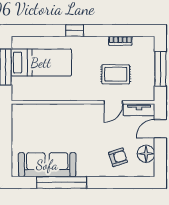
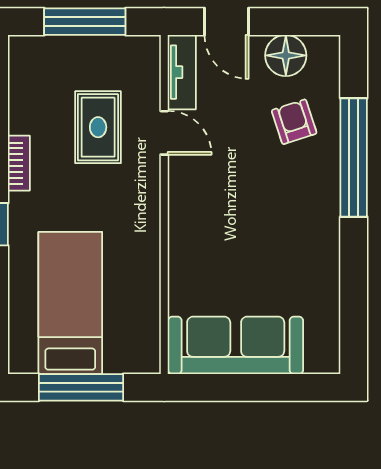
bookcase: (120, 41) -> (19, 163), moved
sofa: (47, 165) -> (236, 345), moved, turned 90
window: (62, 182) -> (354, 157), moved

